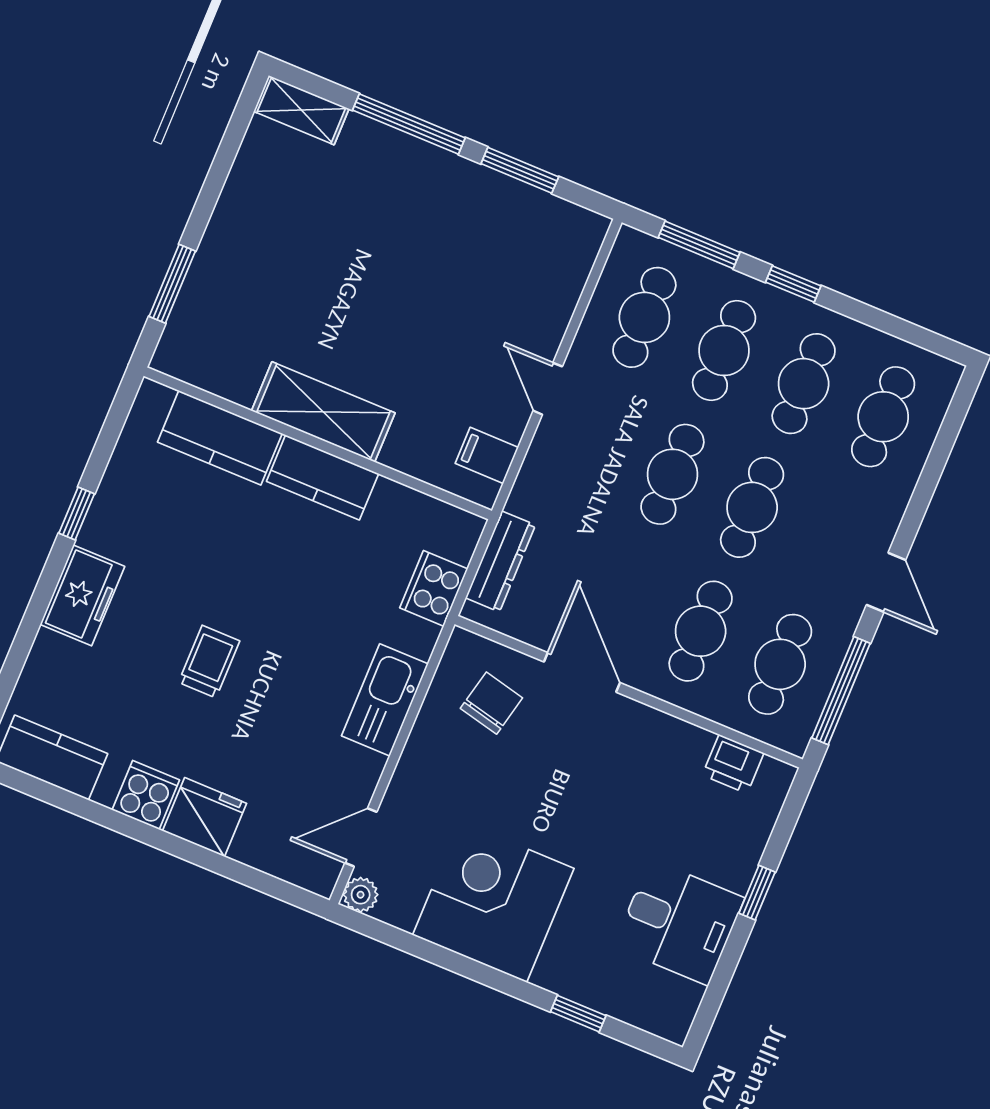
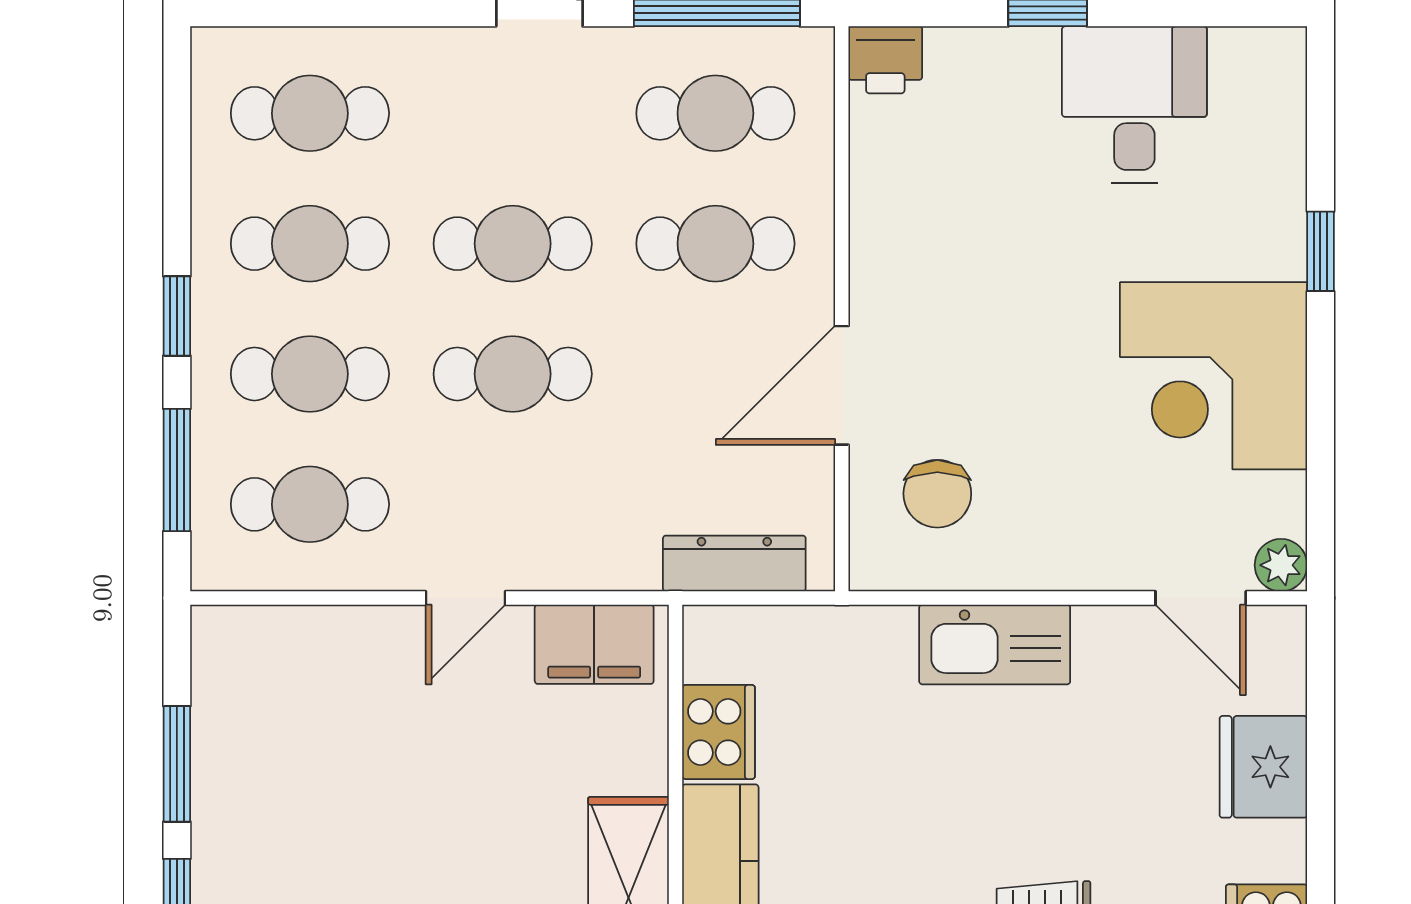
filing cabinet: (487, 455) -> (594, 644), width x2.00
cooker: (434, 588) -> (719, 732), moved, turned -90
chair: (491, 703) -> (937, 494), turned -103
printer: (733, 764) -> (885, 60), moved, turned 90
fridge: (205, 817) -> (1263, 767), moved
window: (578, 1014) -> (1320, 251), moved

